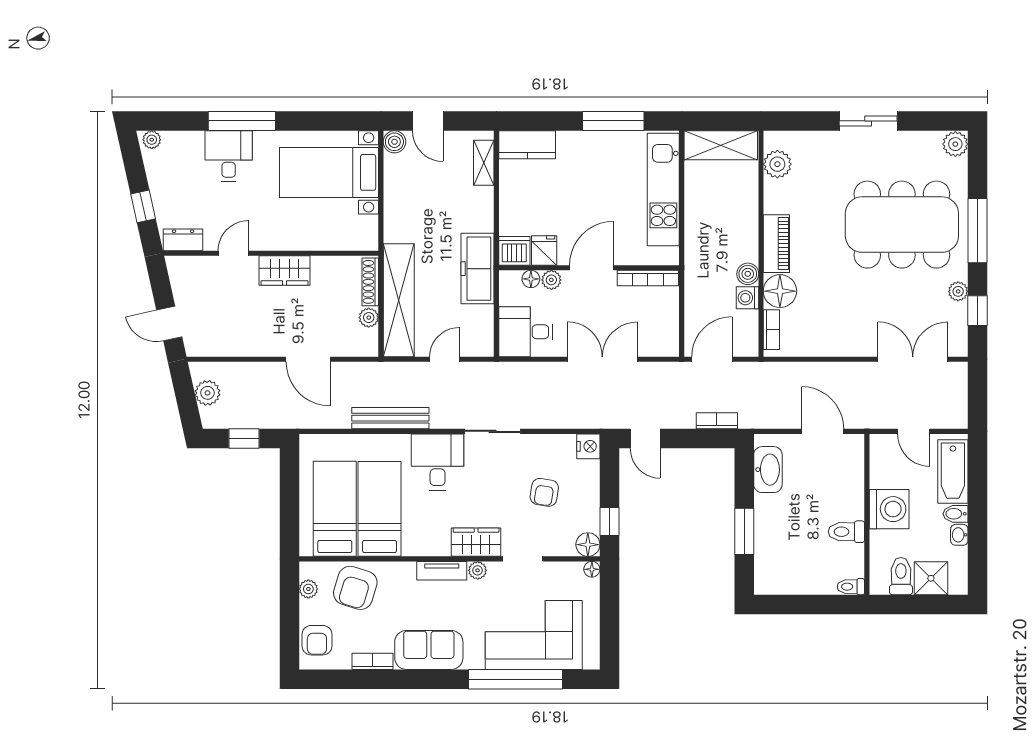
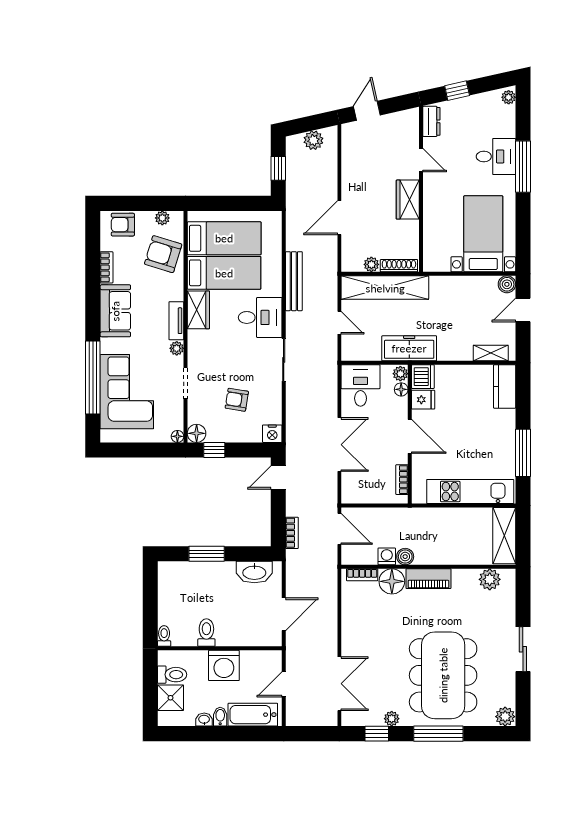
bookcase: (648, 278) -> (402, 480), width x0.64
plant: (551, 280) -> (400, 374), moved
wardrobe: (476, 542) -> (198, 310), moved

